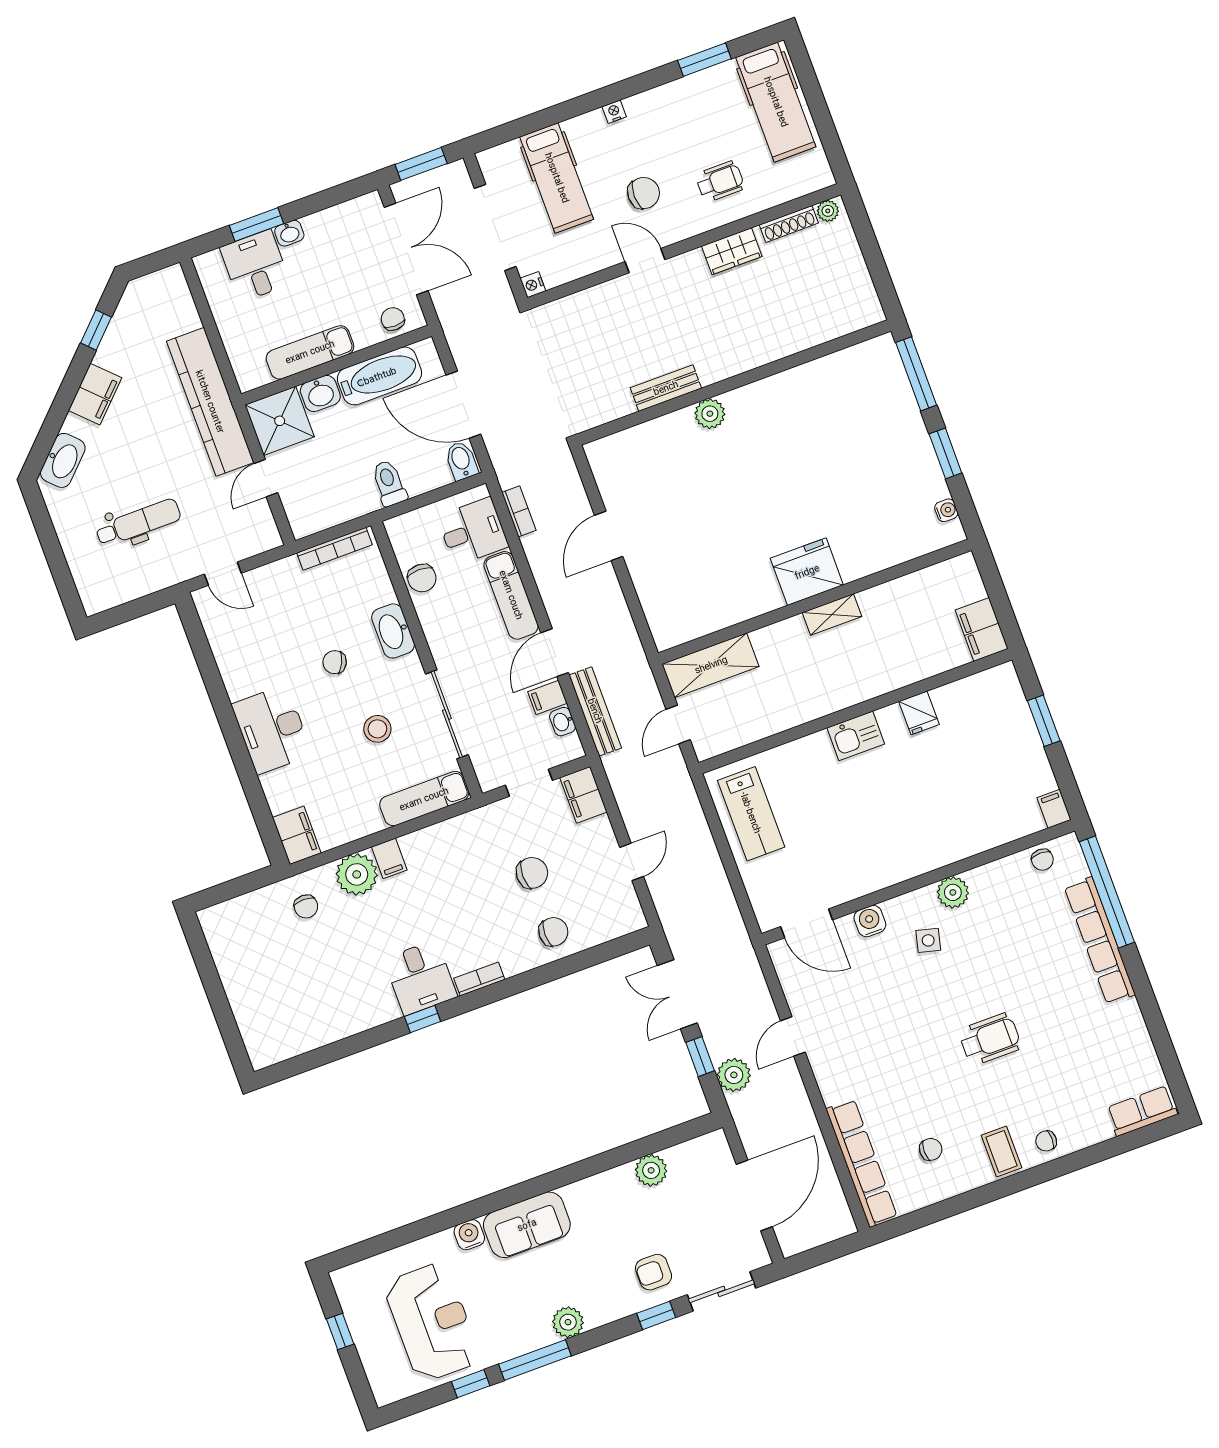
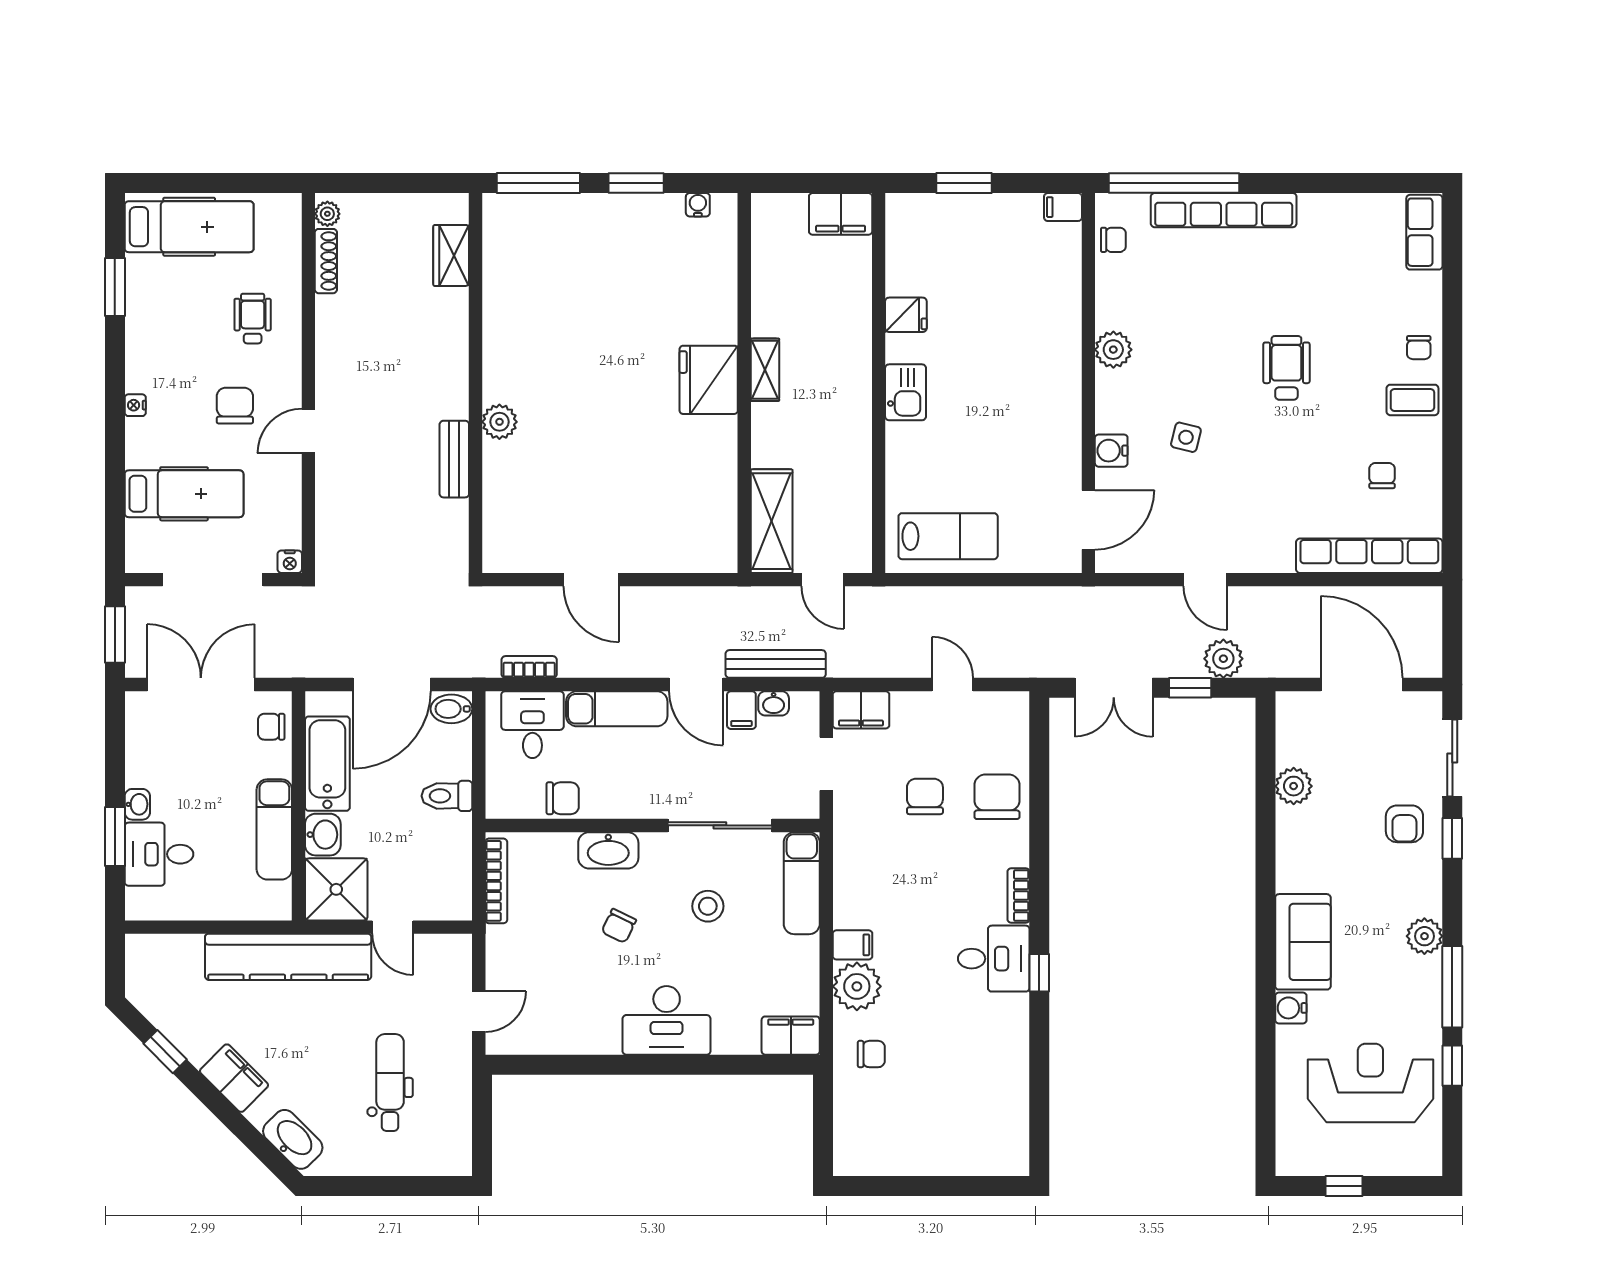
wardrobe: (732, 251) -> (451, 255), moved, turned 180
chair: (553, 932) -> (997, 797), width x1.37, depth x1.37
side table: (928, 940) -> (1186, 437), moved

